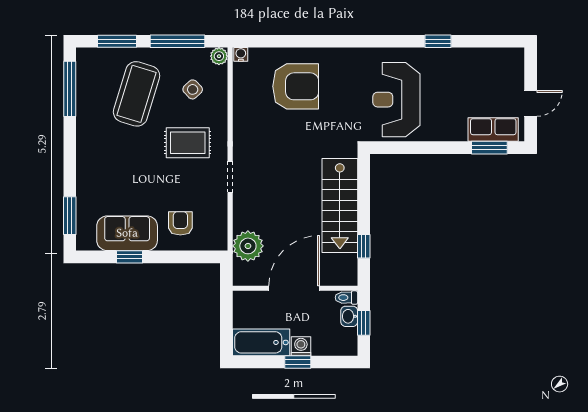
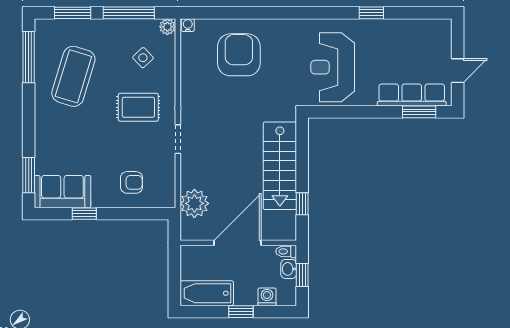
armchair: (296, 86) -> (239, 55), turned -90
coffee table: (137, 94) -> (73, 76), moved
row of seats: (493, 130) -> (412, 95), width x1.48
armchair: (180, 223) -> (132, 182), turned 90
sofa: (127, 233) -> (62, 192), moved
washing machine: (301, 346) -> (267, 297), moved

